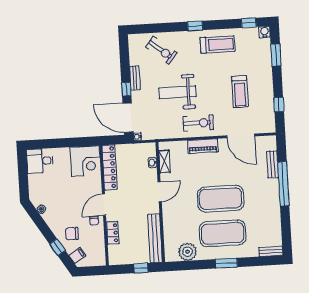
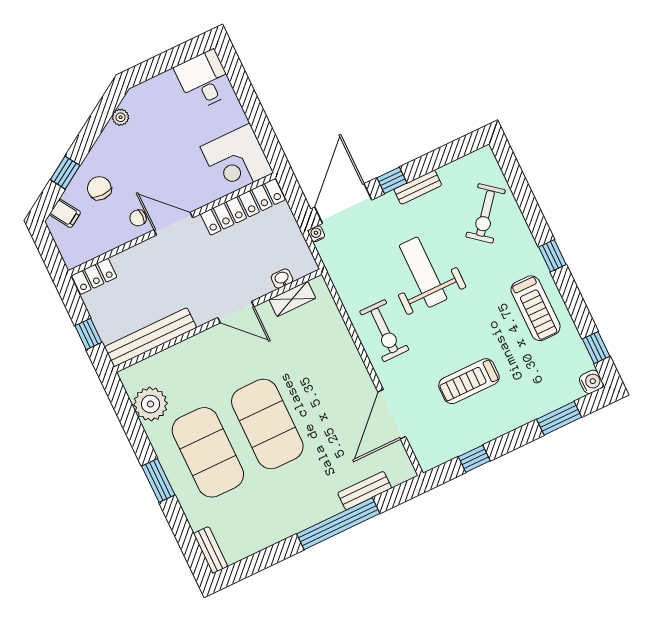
piano: (203, 146) -> (347, 355), removed
locker: (113, 233) -> (94, 276), moved

